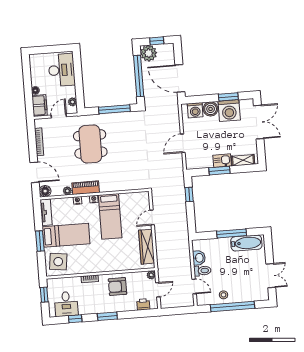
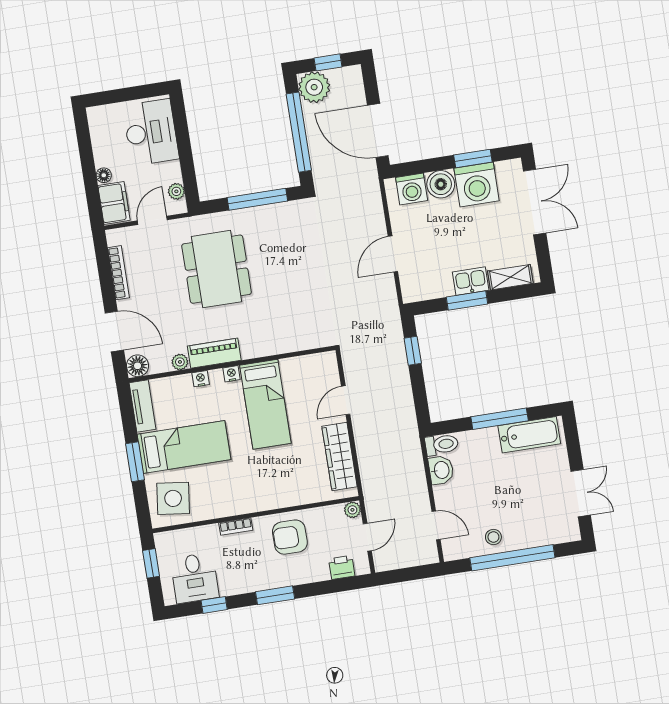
toilet: (202, 271) -> (442, 445), moved

